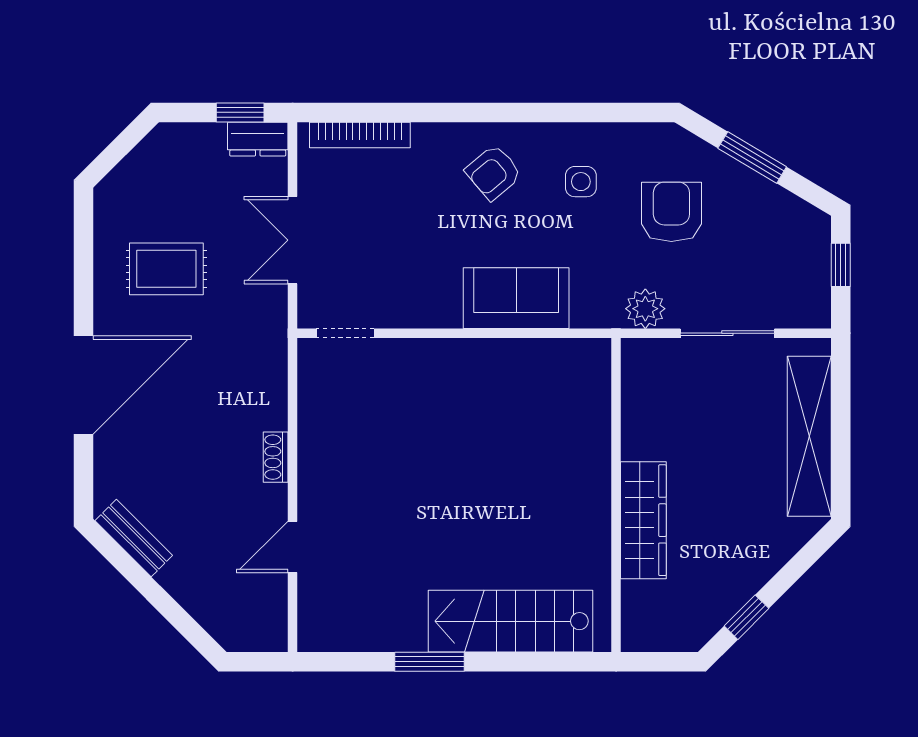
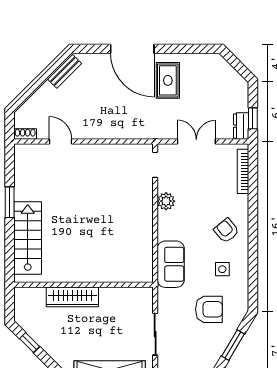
rug: (166, 269) -> (168, 80), moved
sofa: (516, 298) -> (171, 264), moved
plant: (645, 309) -> (166, 201), moved
shoe rack: (276, 457) -> (25, 134), moved

